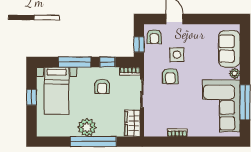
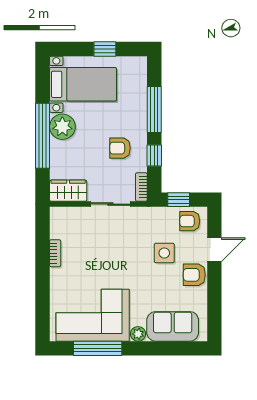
armchair: (170, 76) -> (194, 275), moved
bed with nightstands: (57, 91) -> (83, 84), moved, turned 180

